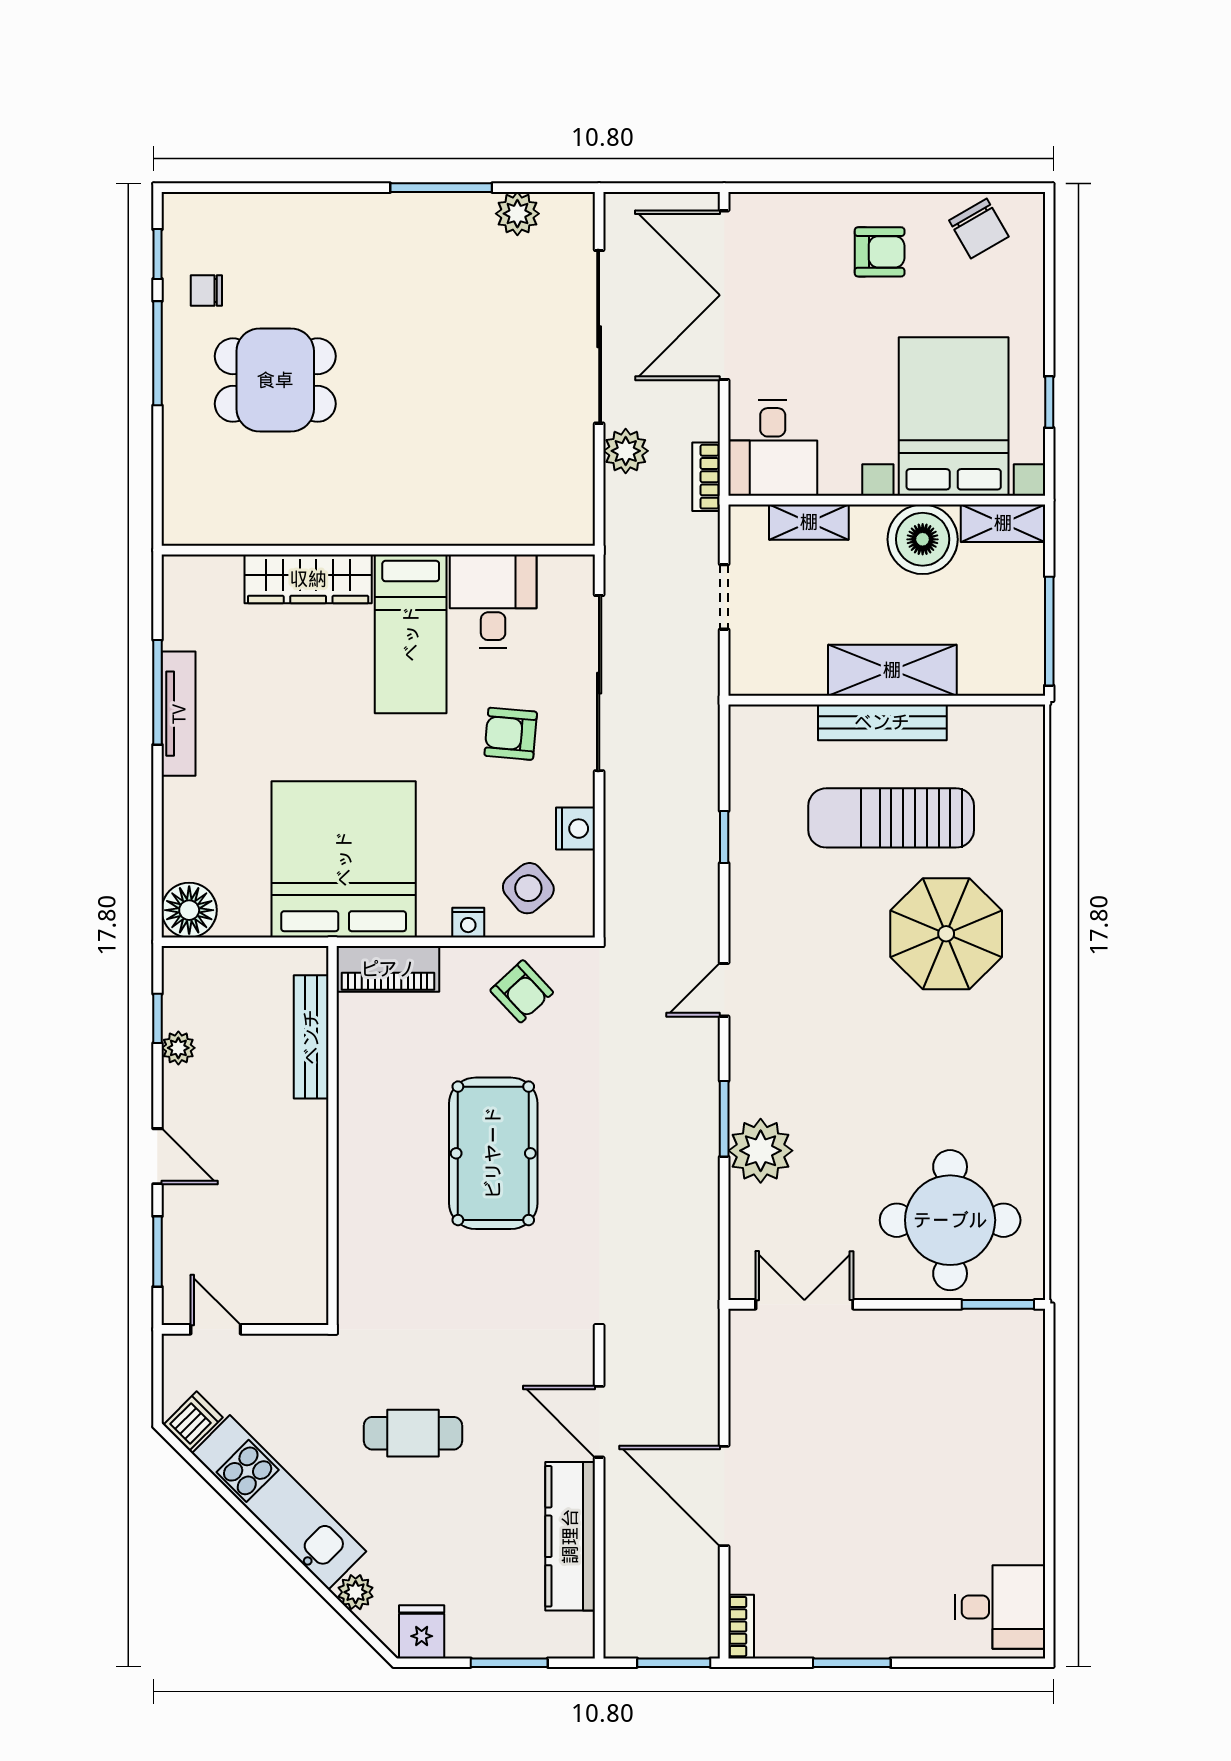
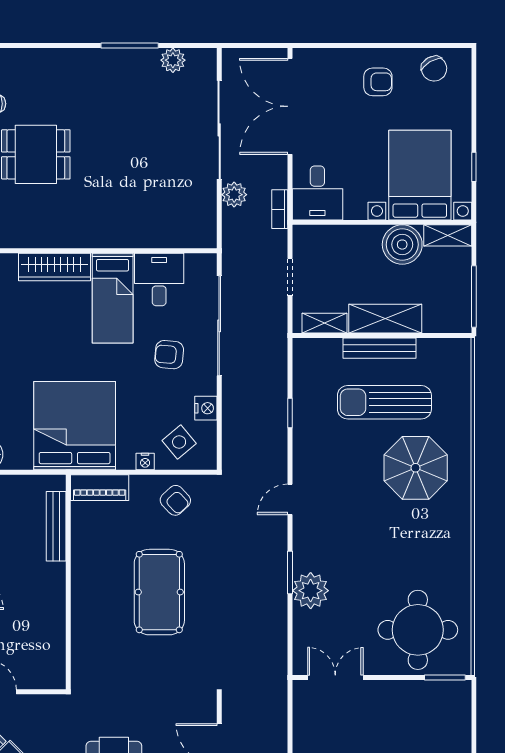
shelving: (809, 522) -> (324, 323), moved

